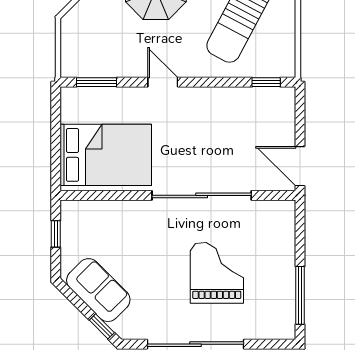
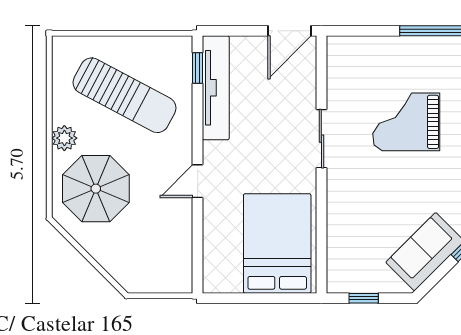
window: (96, 82) -> (198, 254), removed
tv unit: (248, 99) -> (216, 88), added
sliding door: (202, 195) -> (321, 139), width x0.54

